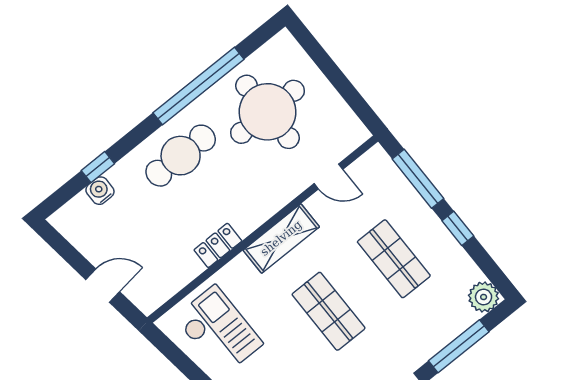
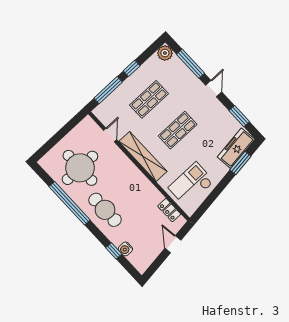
shelving: (281, 238) -> (143, 156), width x1.47
locker: (218, 245) -> (169, 210), moved

